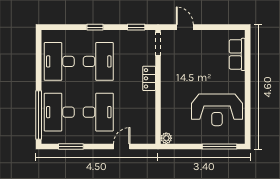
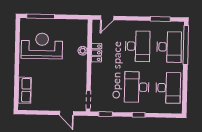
locker: (149, 78) -> (97, 53), moved
desk: (98, 112) -> (138, 46), turned 180
plant: (166, 138) -> (83, 51), moved
door: (122, 146) -> (107, 18), moved

